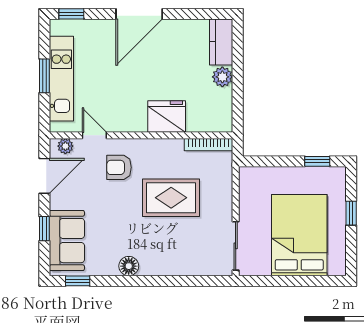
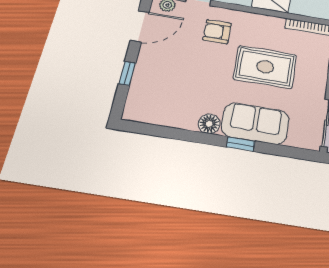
sofa: (67, 241) -> (255, 123), moved, turned -90
window: (78, 281) -> (241, 144), moved

